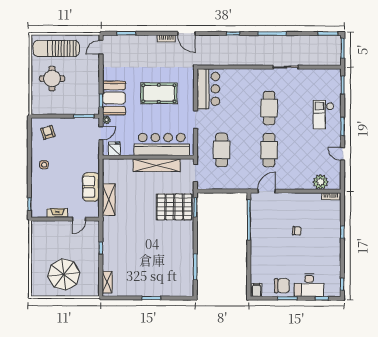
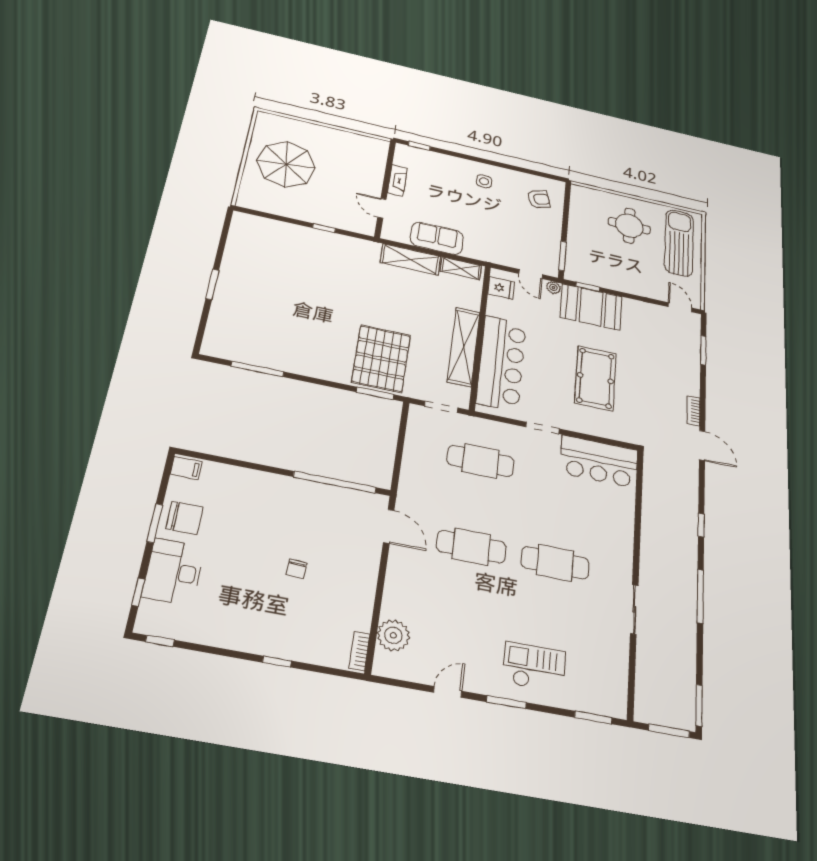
door: (187, 33) -> (702, 446), swing flipped
shelving: (107, 282) -> (461, 268), moved
chair: (282, 286) -> (185, 518), turned -90

